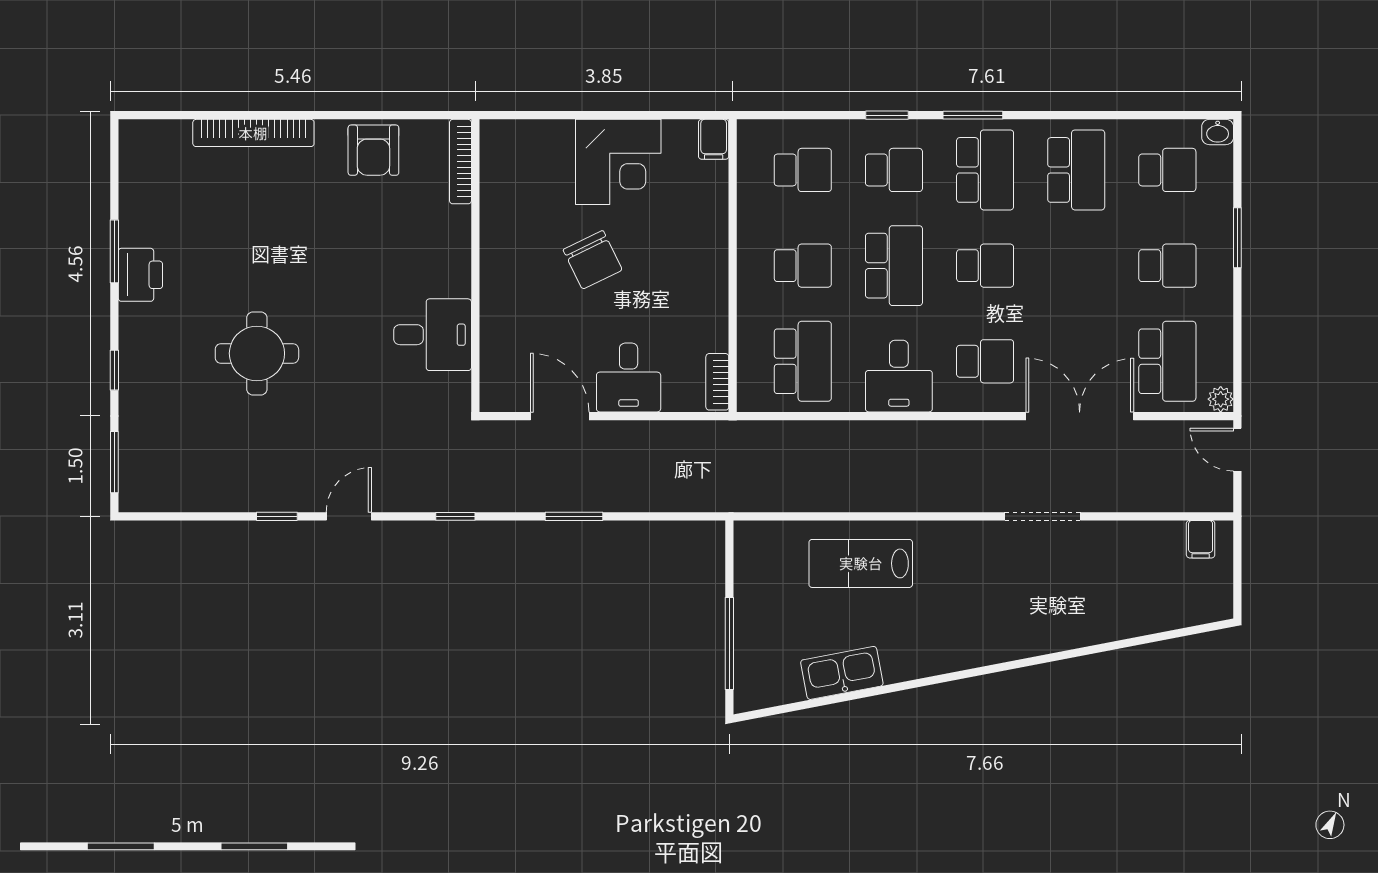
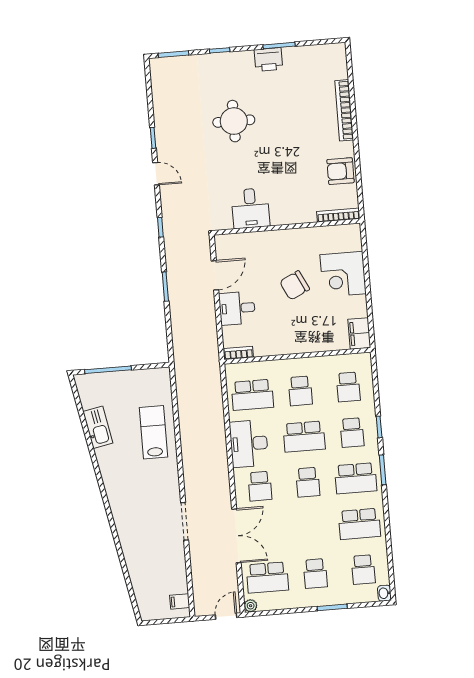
filing cabinet: (714, 139) -> (359, 333), width x2.00
corner desk: (618, 162) -> (343, 274), moved
desk: (899, 376) -> (249, 444), width x1.37

